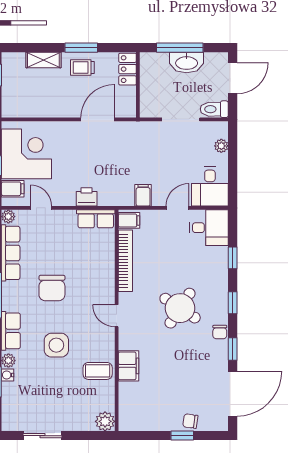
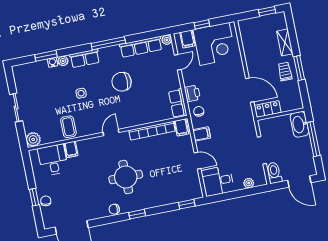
washbasin: (187, 62) -> (299, 124), moved
locker: (128, 69) -> (268, 109), moved
chair: (112, 193) -> (199, 111), added
desk: (209, 228) -> (53, 160), moved, turned 180
window: (233, 258) -> (187, 204), moved
round table: (180, 308) -> (126, 177), turned -33
side table: (56, 345) -> (81, 93), width x0.54, depth x0.54
window: (233, 349) -> (104, 221), removed
filing cabinet: (129, 366) -> (71, 149), width x0.50
sliding door: (43, 436) -> (16, 108), moved

